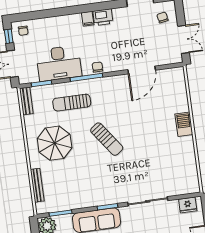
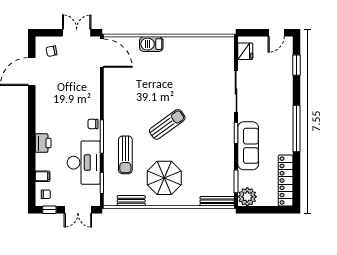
printer: (103, 17) -> (43, 143), moved
filing cabinet: (88, 19) -> (43, 176), moved
door: (142, 70) -> (102, 53), moved
bench: (26, 101) -> (131, 201), moved
barbecue: (184, 124) -> (151, 44), moved
bench: (37, 185) -> (217, 201), moved

